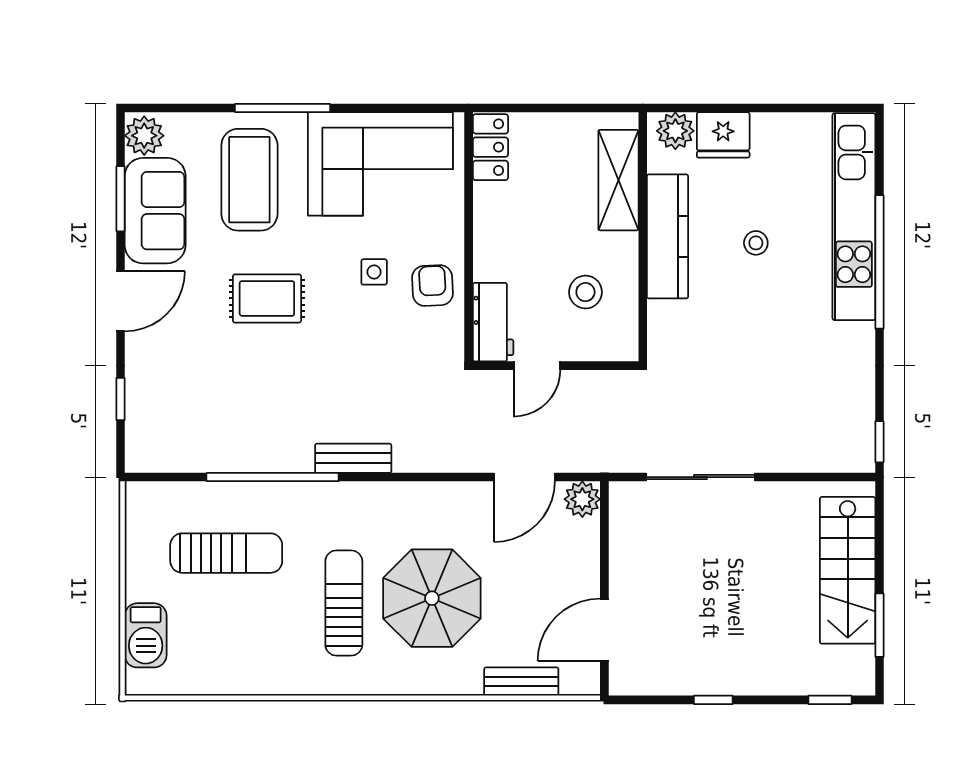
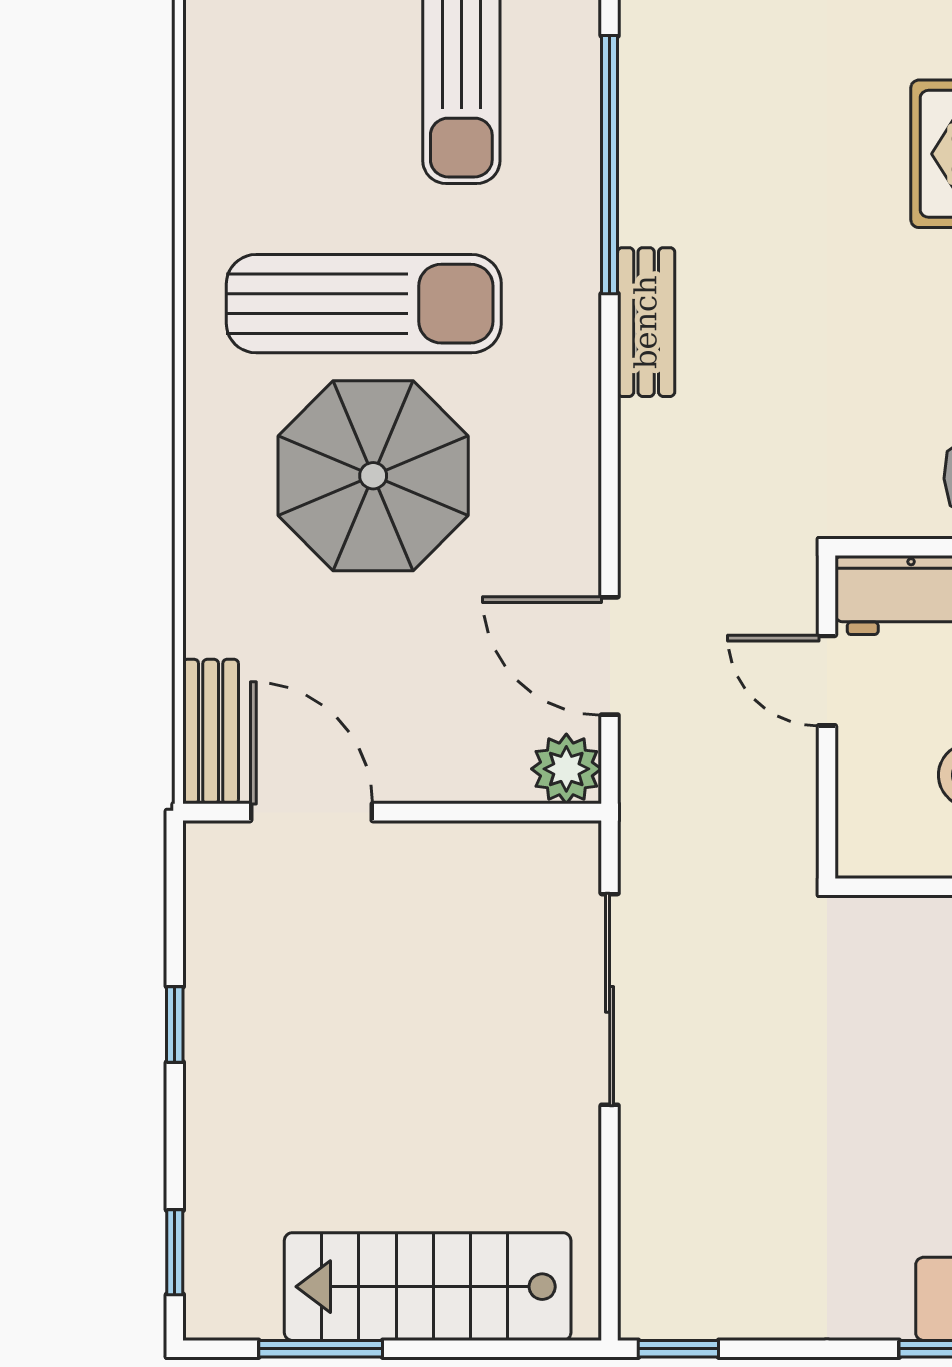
sun lounger: (344, 603) -> (364, 304), width x1.36, depth x1.34
bench: (521, 682) -> (211, 732), moved

